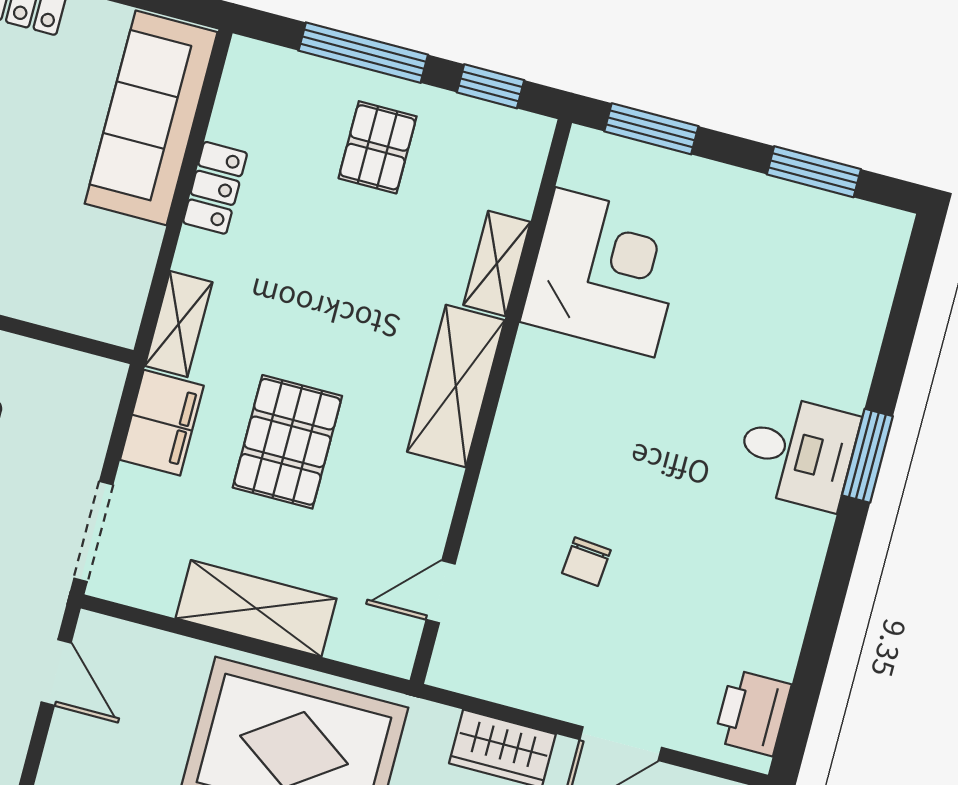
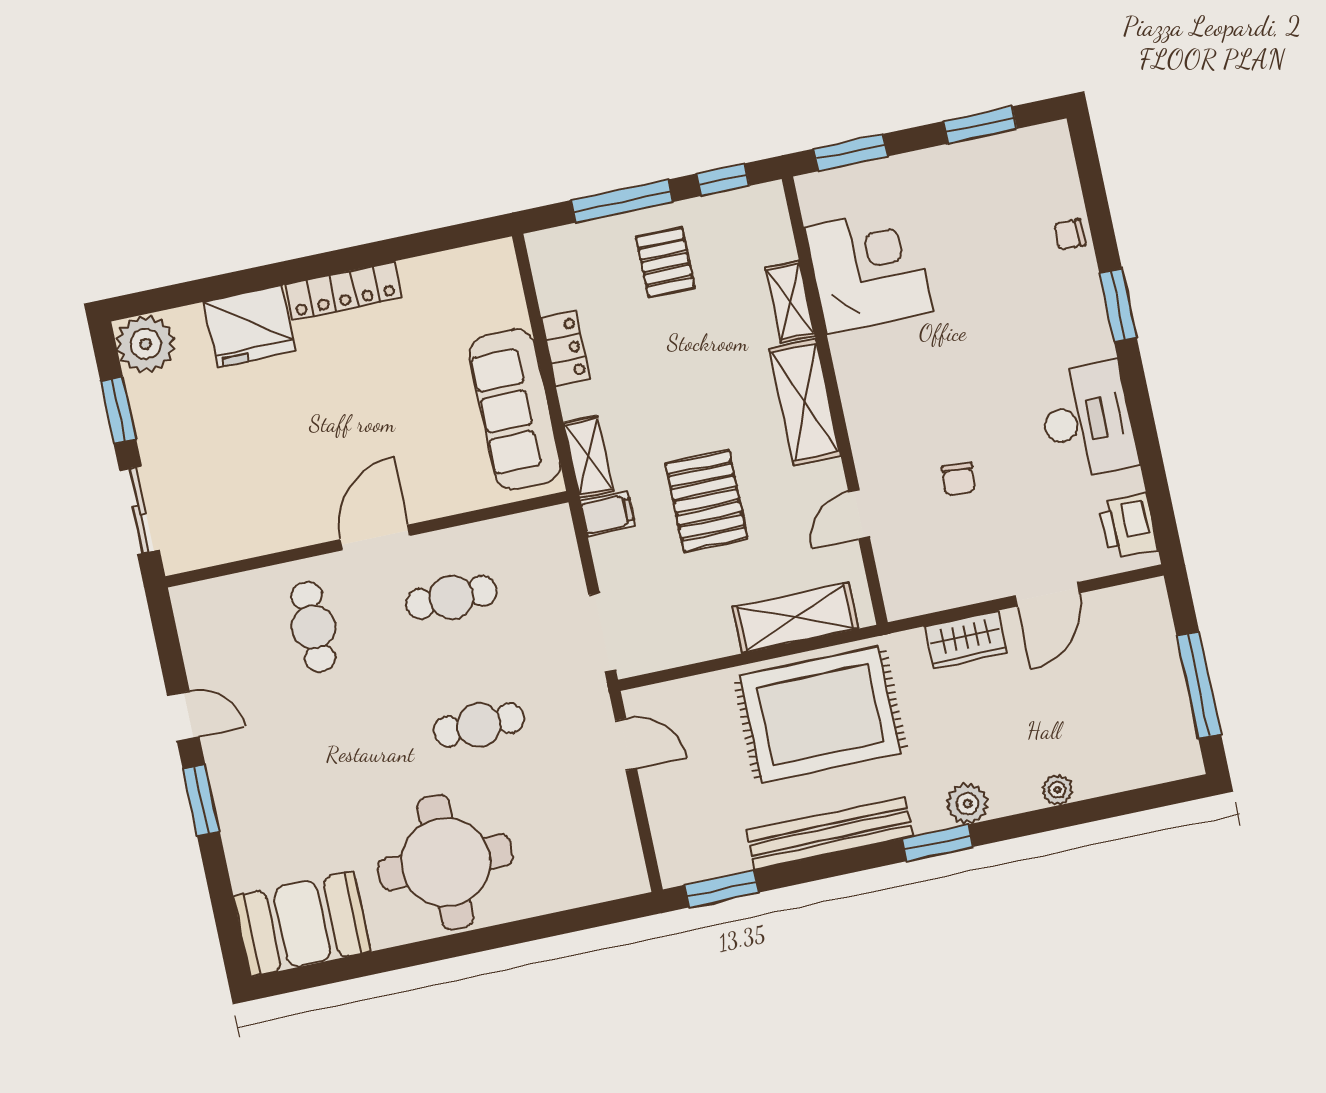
sofa: (151, 118) -> (515, 409), moved
chair: (853, 348) -> (1070, 234), added
filing cabinet: (162, 423) -> (608, 514), width x0.50
desk: (797, 452) -> (1087, 420), moved, width x1.37
door: (441, 592) -> (859, 514), moved
shelving: (256, 608) -> (795, 618), moved

